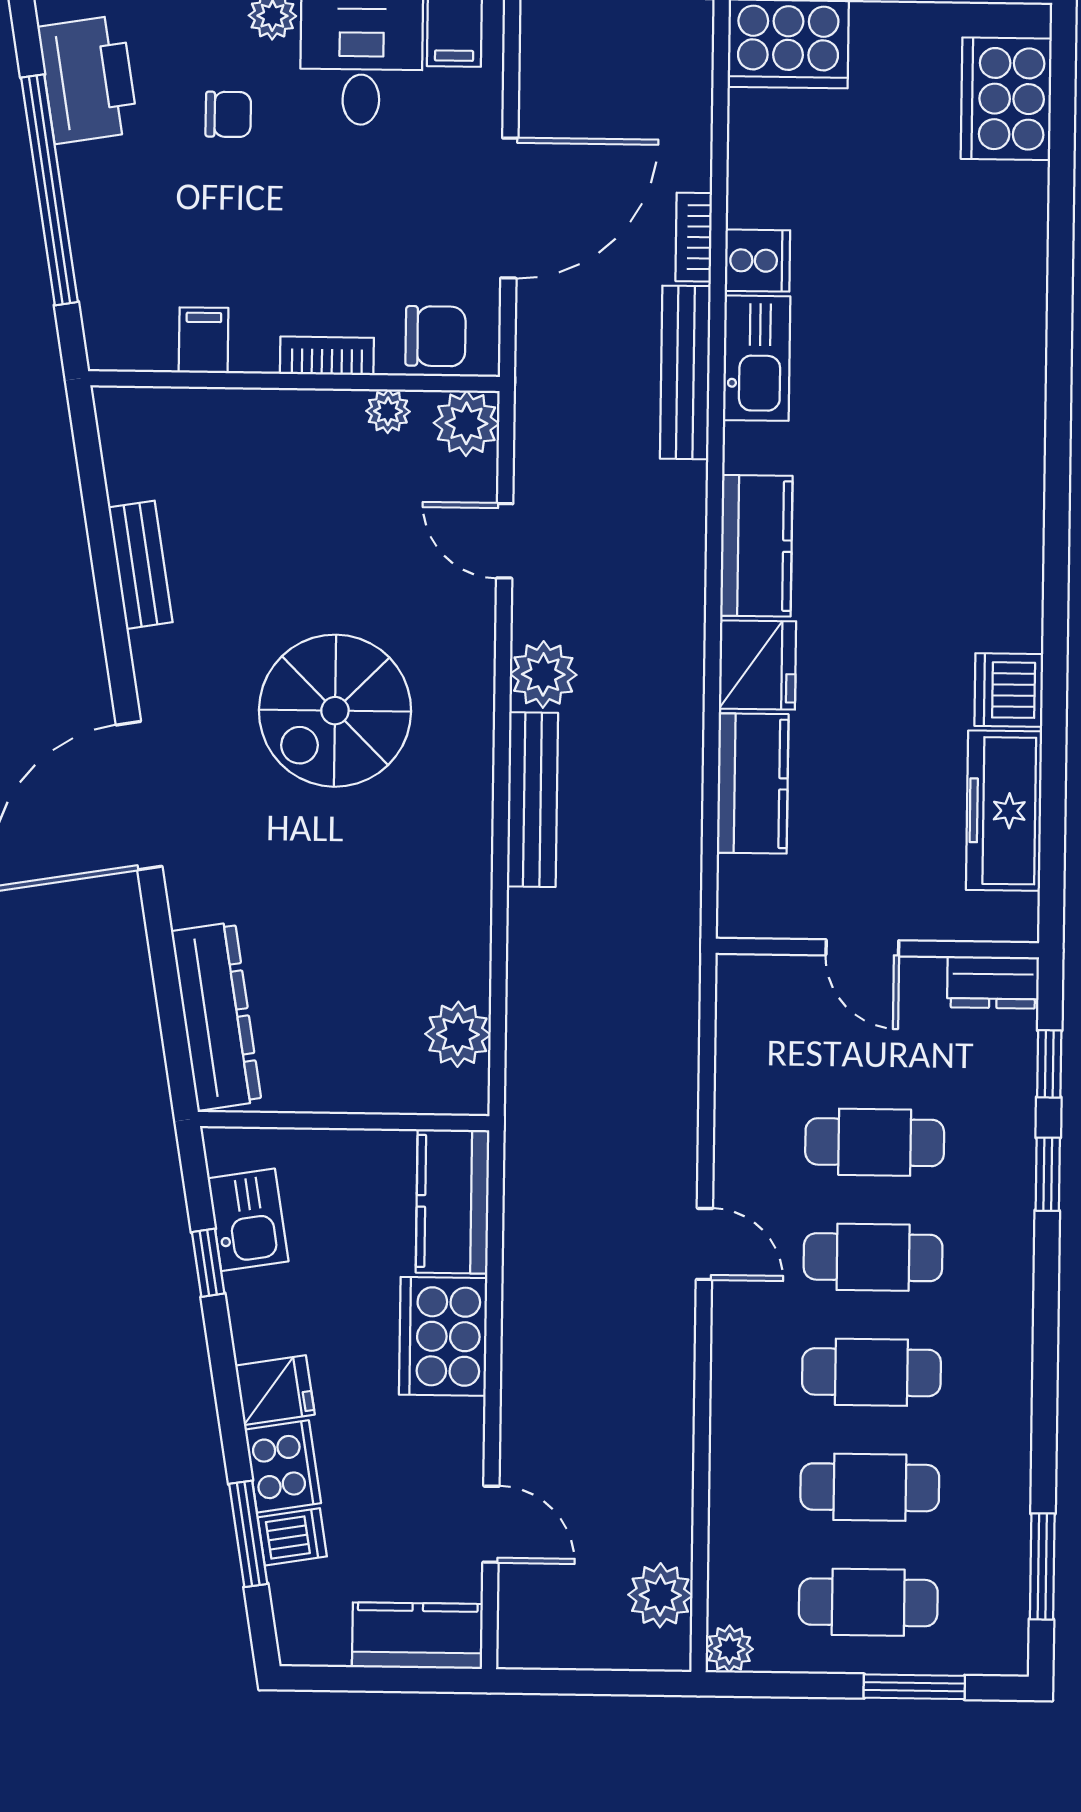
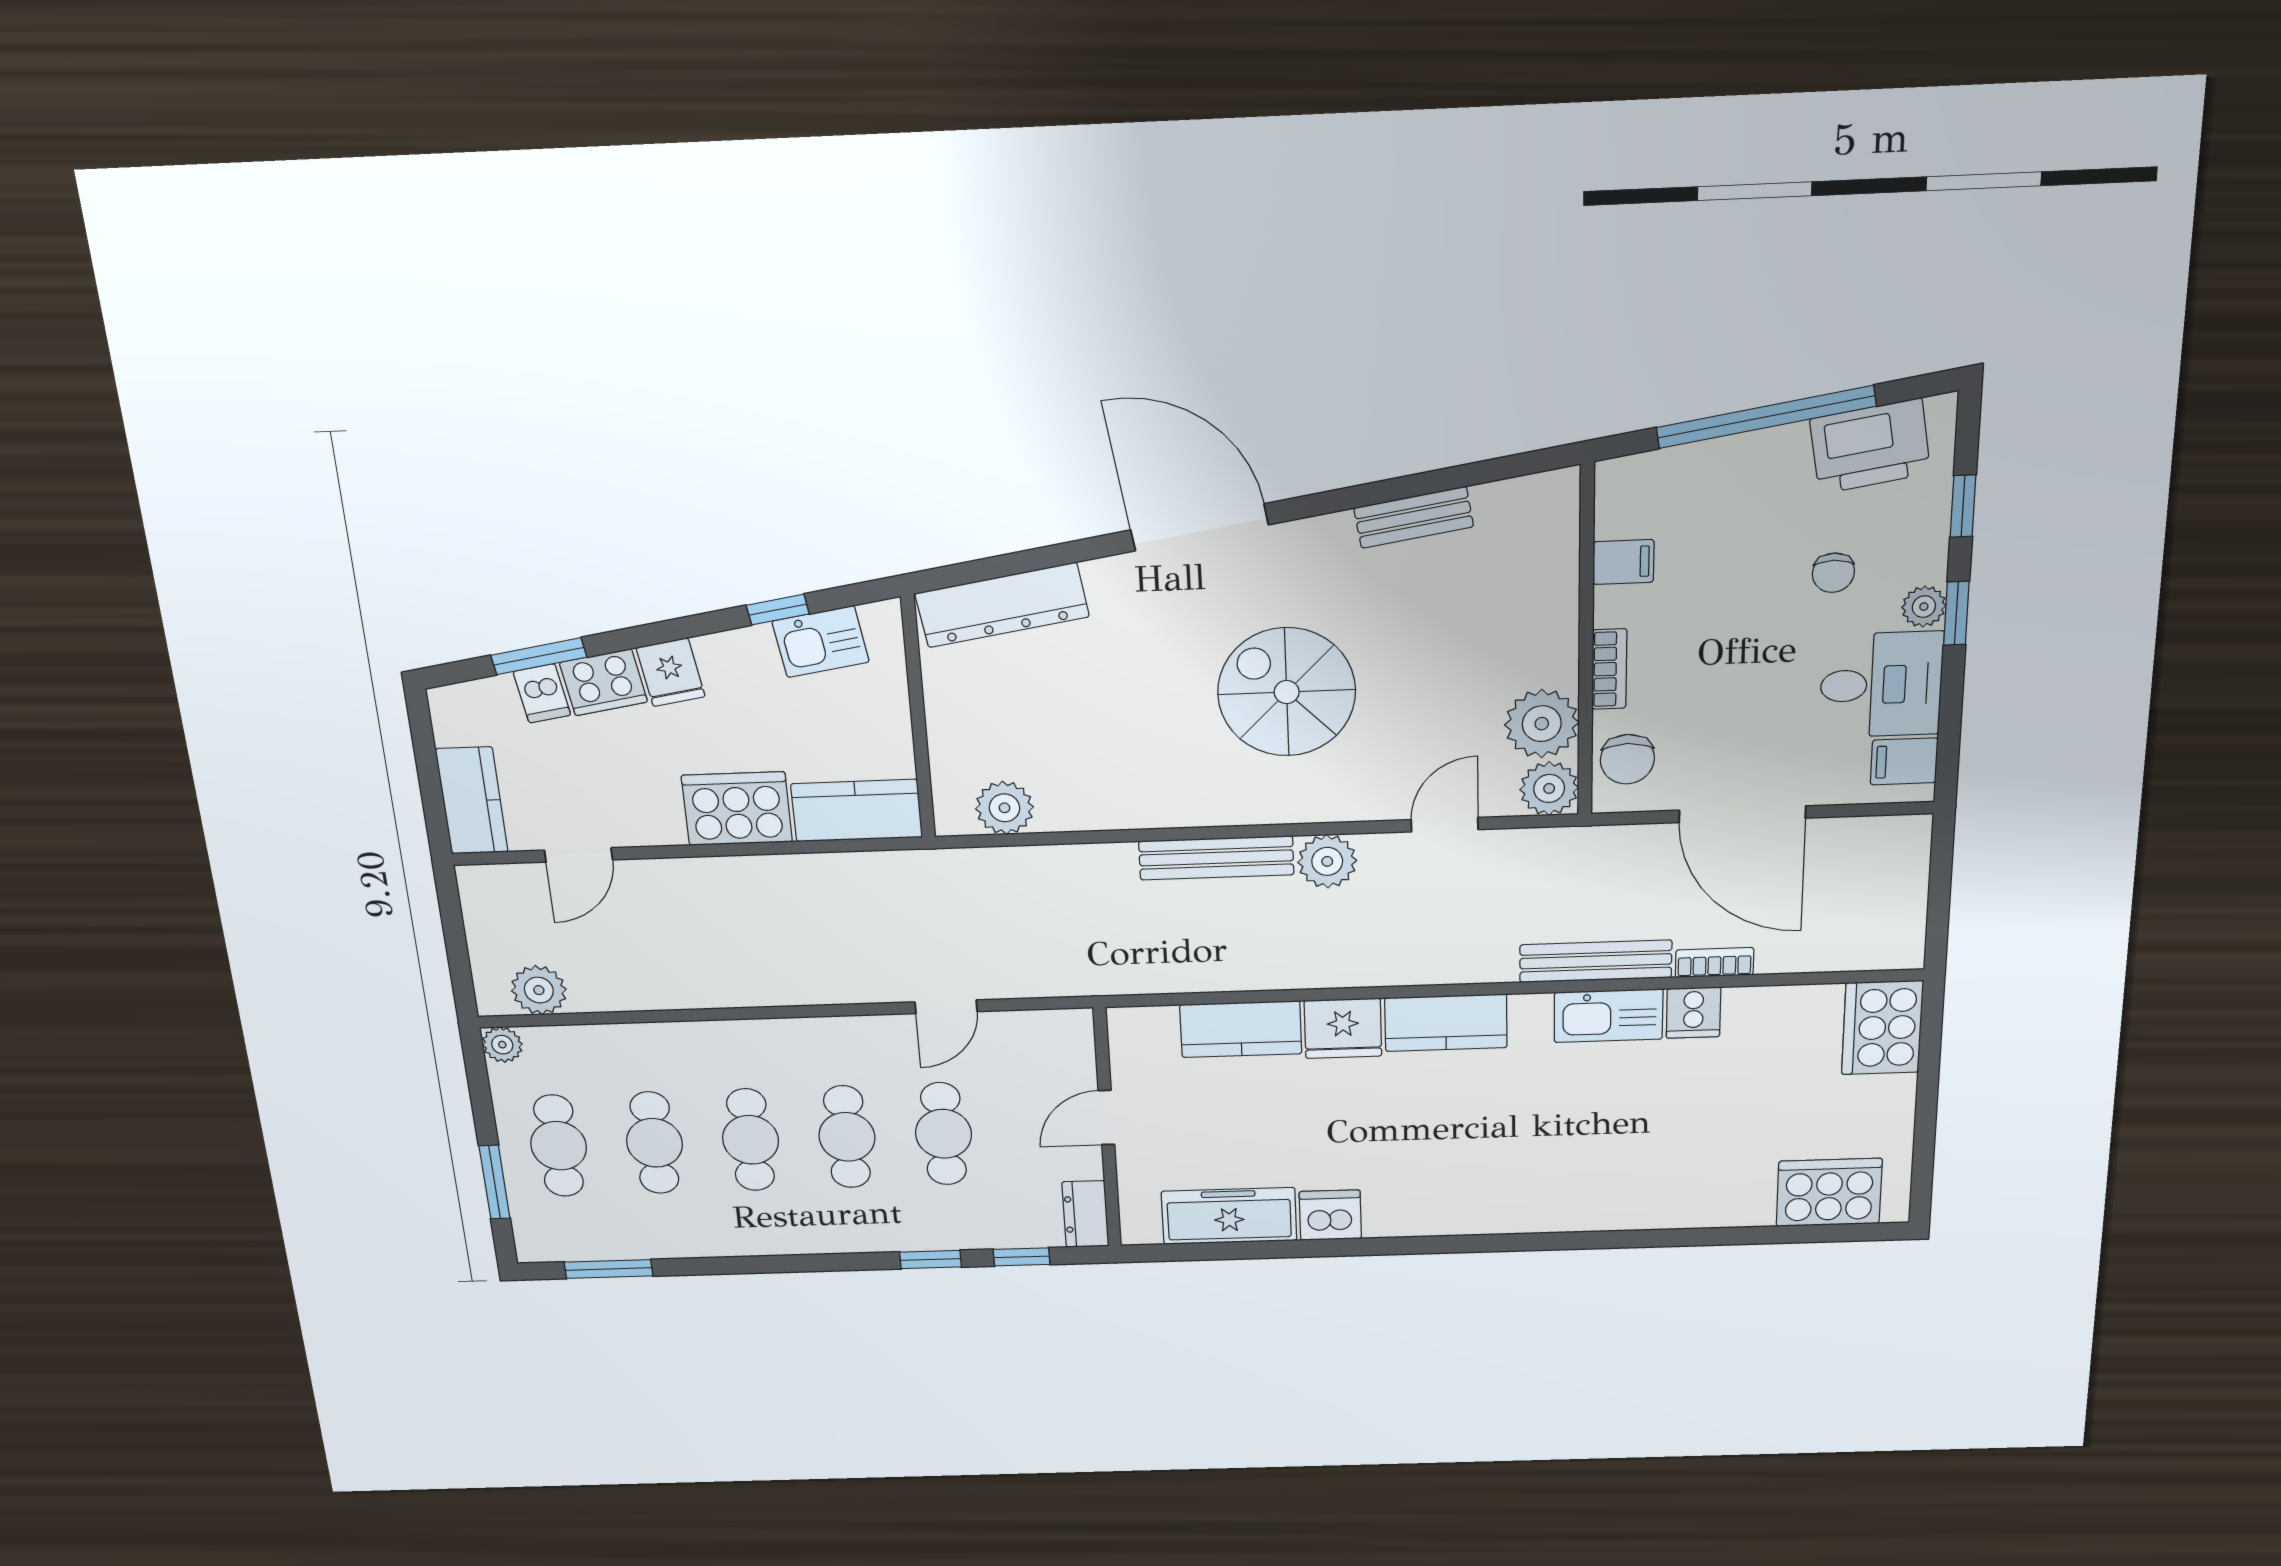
plant: (388, 411) -> (1542, 724), width x1.87, depth x1.87
door: (704, 1244) -> (946, 1007), moved

